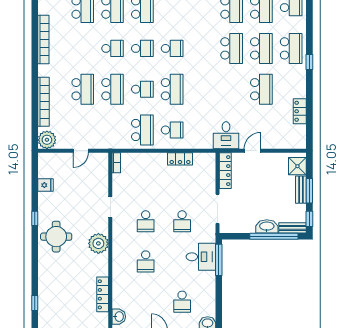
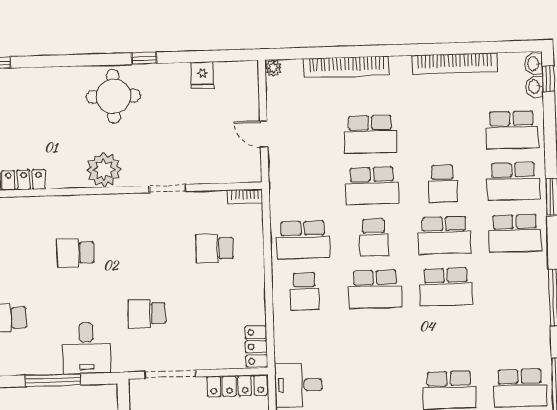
school desk: (142, 48) -> (444, 235), width x1.85
school desk: (172, 48) -> (446, 287), width x1.85
plant: (47, 140) -> (273, 68), width x0.53, depth x0.53
locker: (180, 159) -> (256, 347), moved
school desk: (146, 221) -> (215, 248), moved
window: (219, 260) -> (53, 380), moved

